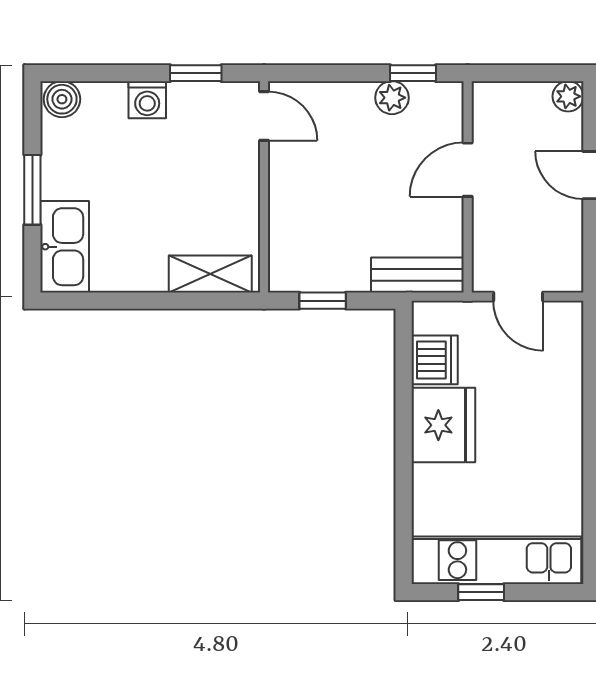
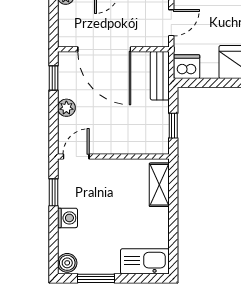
plant: (392, 98) -> (66, 108), moved
door: (468, 170) -> (104, 49), width x1.87
window: (32, 190) -> (96, 278), moved
dishwasher: (435, 360) -> (187, 67), moved

